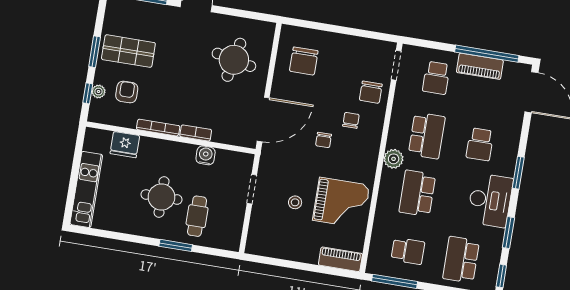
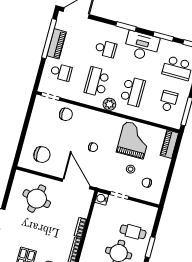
chair: (351, 120) -> (147, 183), moved
school desk: (427, 136) -> (97, 82), turned -90
water cooler: (206, 155) -> (102, 198), moved
school desk: (417, 193) -> (133, 91), turned -90

